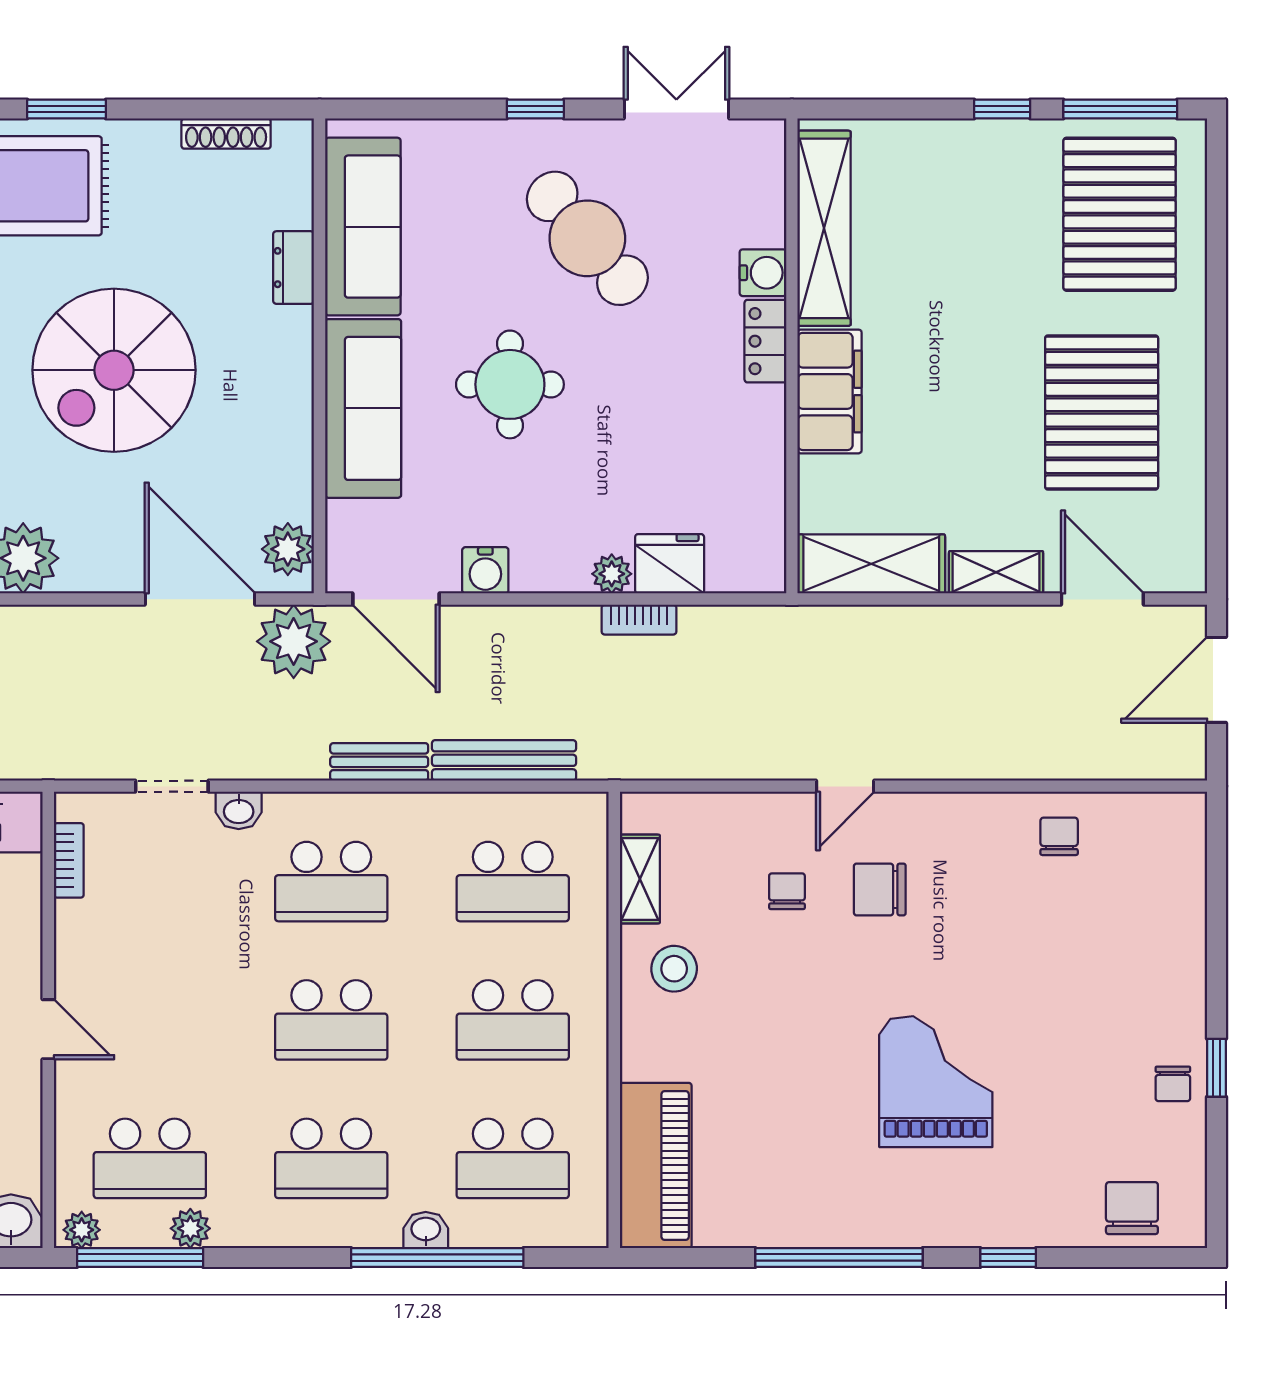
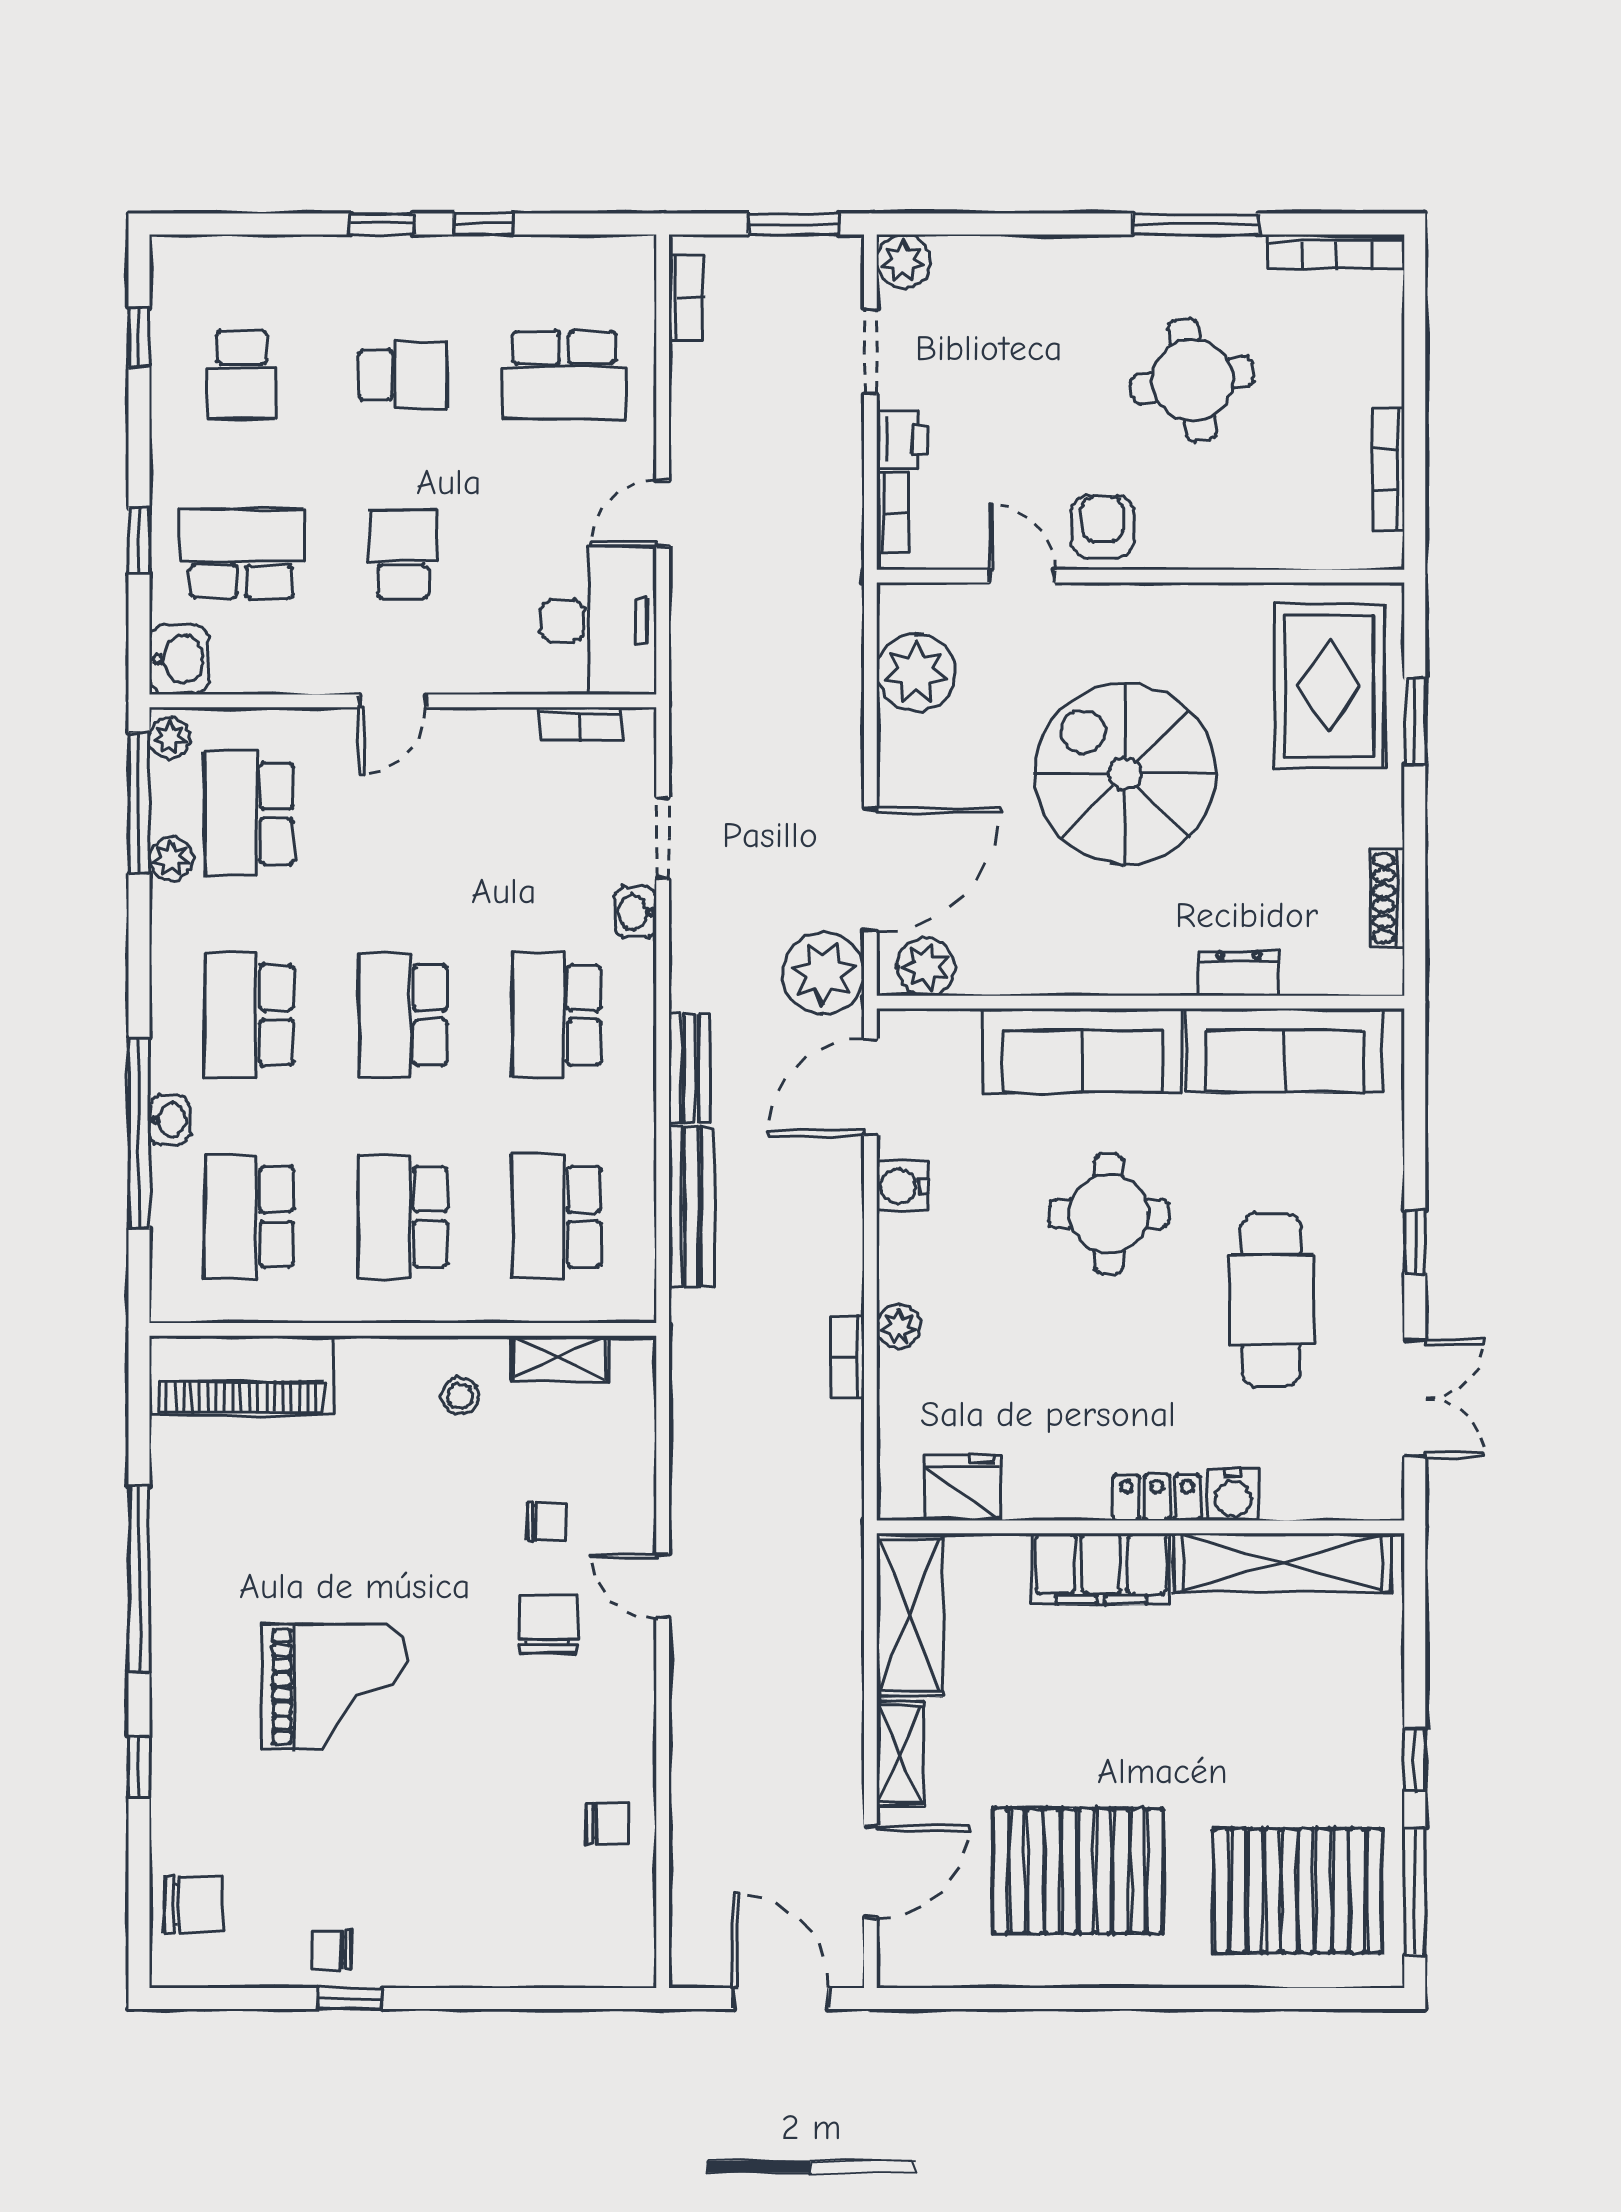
cafe table: (587, 238) -> (1271, 1300), turned -50
fridge: (670, 564) -> (962, 1488), moved, turned -90
stool: (674, 969) -> (460, 1396), width x0.73, depth x0.73

